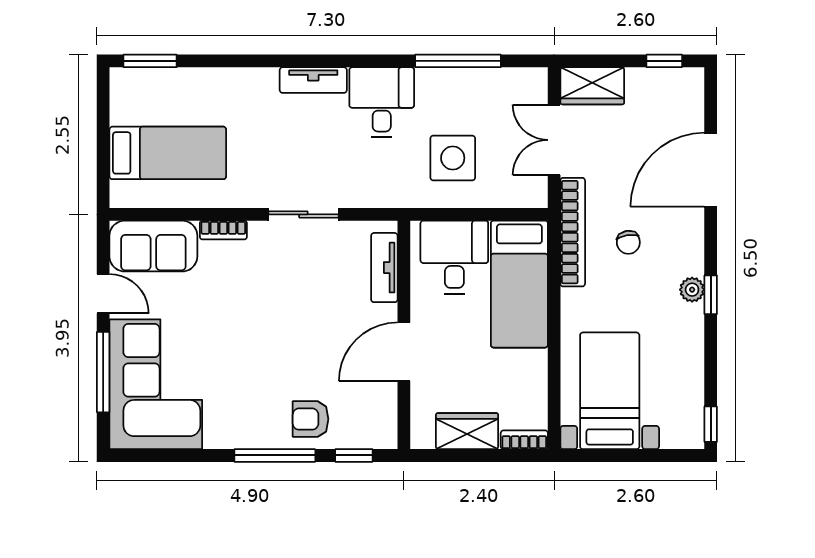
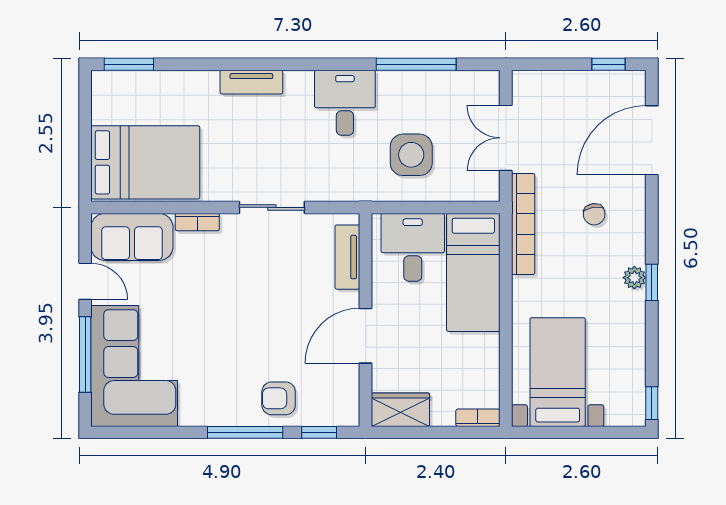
tv unit: (313, 80) -> (251, 82), moved
wardrobe: (592, 86) -> (541, 87), removed
bed: (168, 153) -> (145, 162), width x1.50
door: (711, 170) -> (652, 140), moved
chair: (628, 242) -> (594, 214), moved
wardrobe: (467, 431) -> (400, 410), moved

